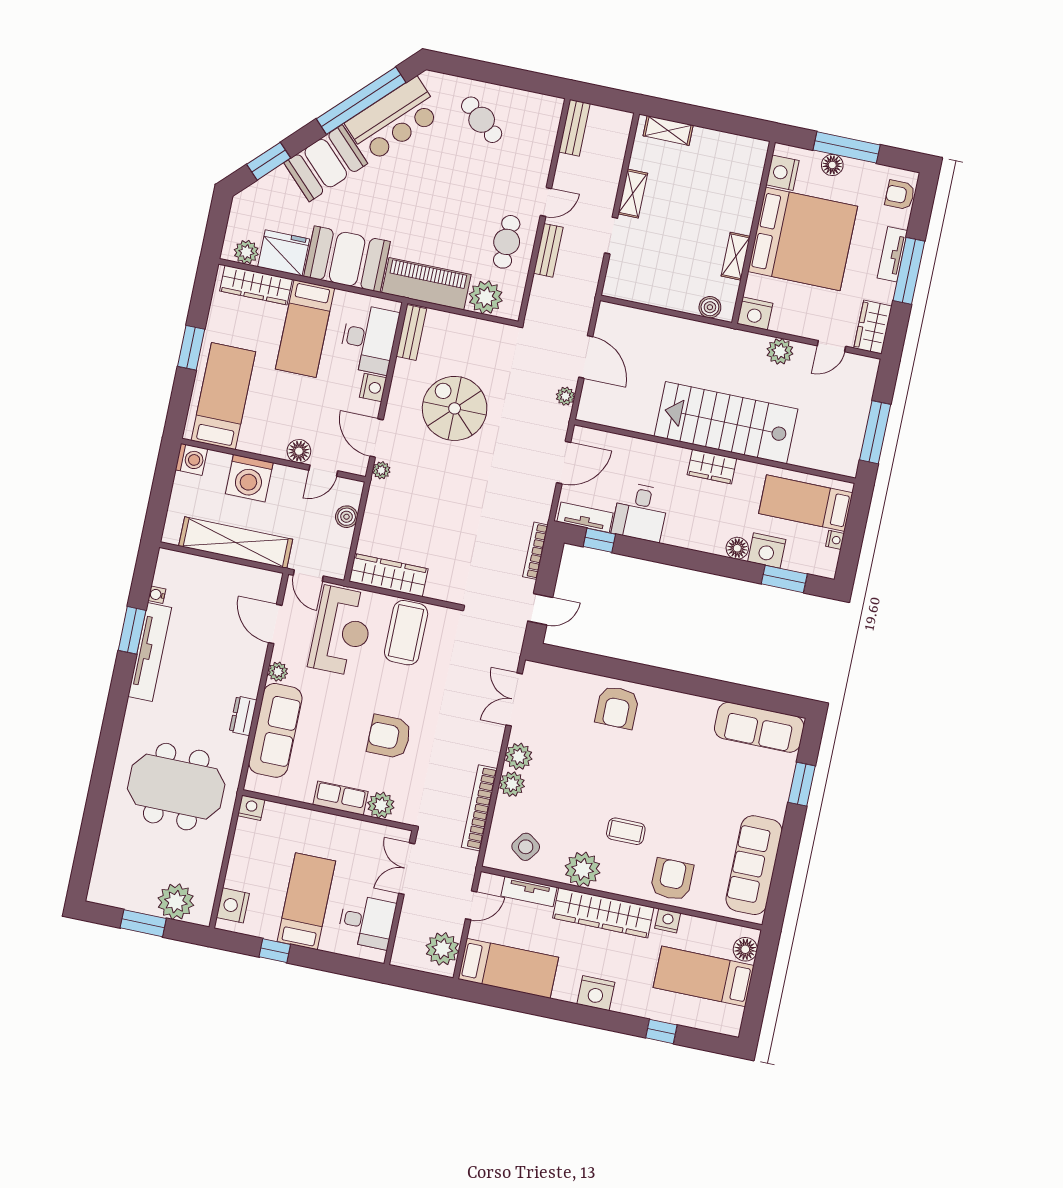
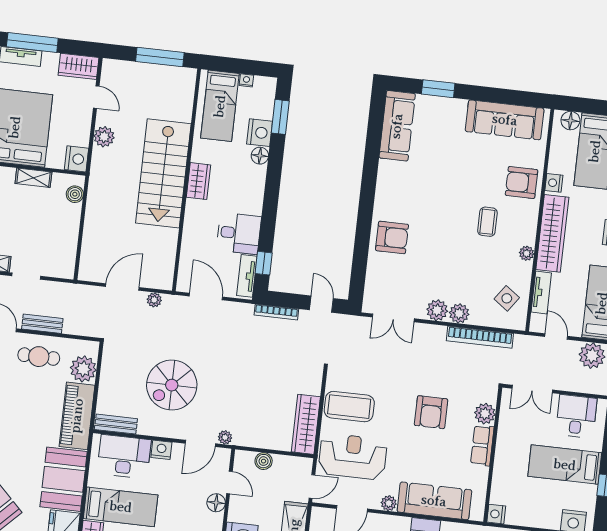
plant: (583, 869) -> (527, 253), width x0.53, depth x0.53

